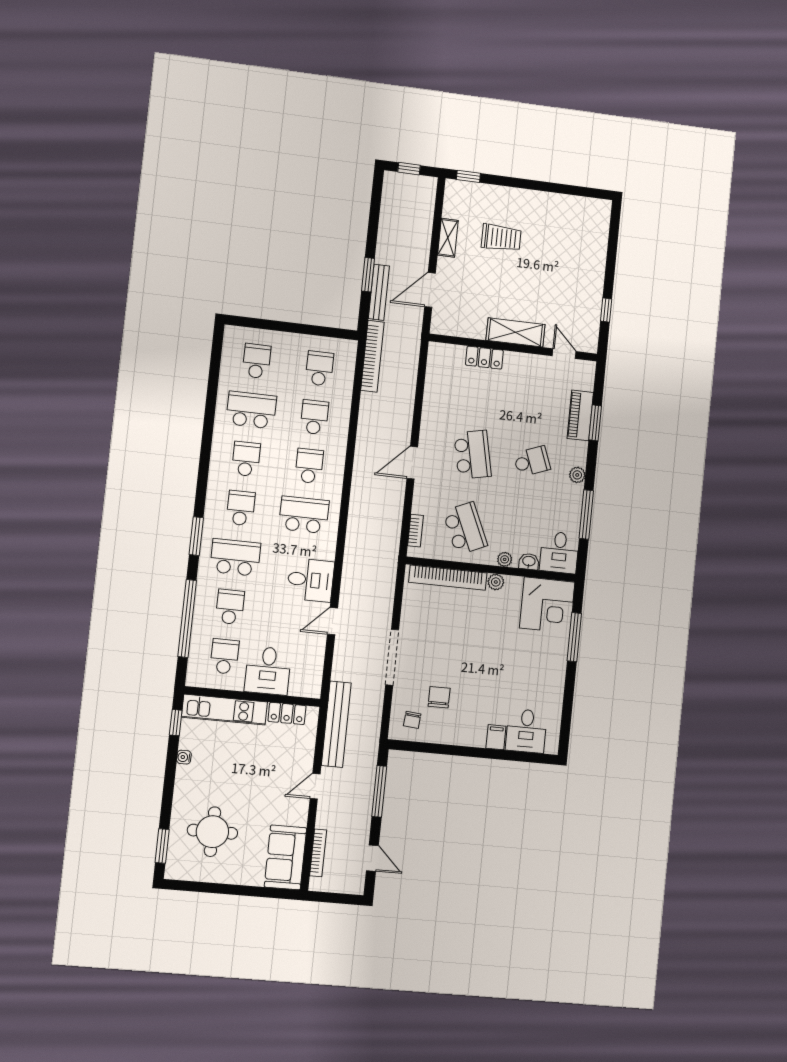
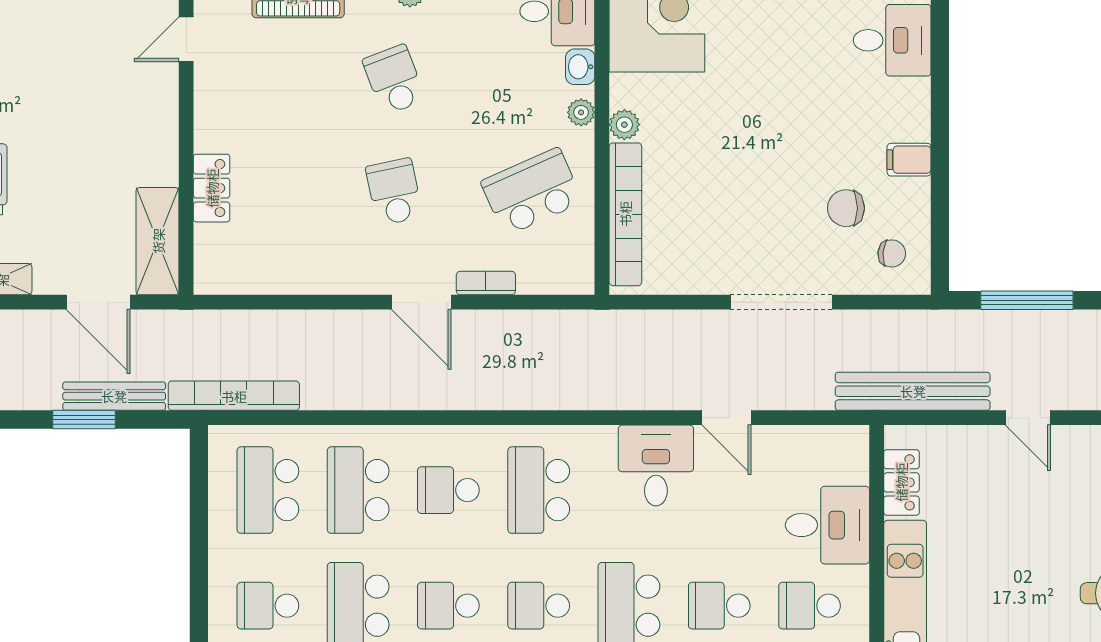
shelving: (515, 332) -> (158, 241), moved
school desk: (320, 368) -> (268, 490), width x1.85
school desk: (314, 417) -> (358, 490), width x1.85
school desk: (473, 455) -> (394, 192), width x0.54
bookcase: (416, 531) -> (486, 283), moved
filing cabinet: (496, 737) -> (909, 160), moved

